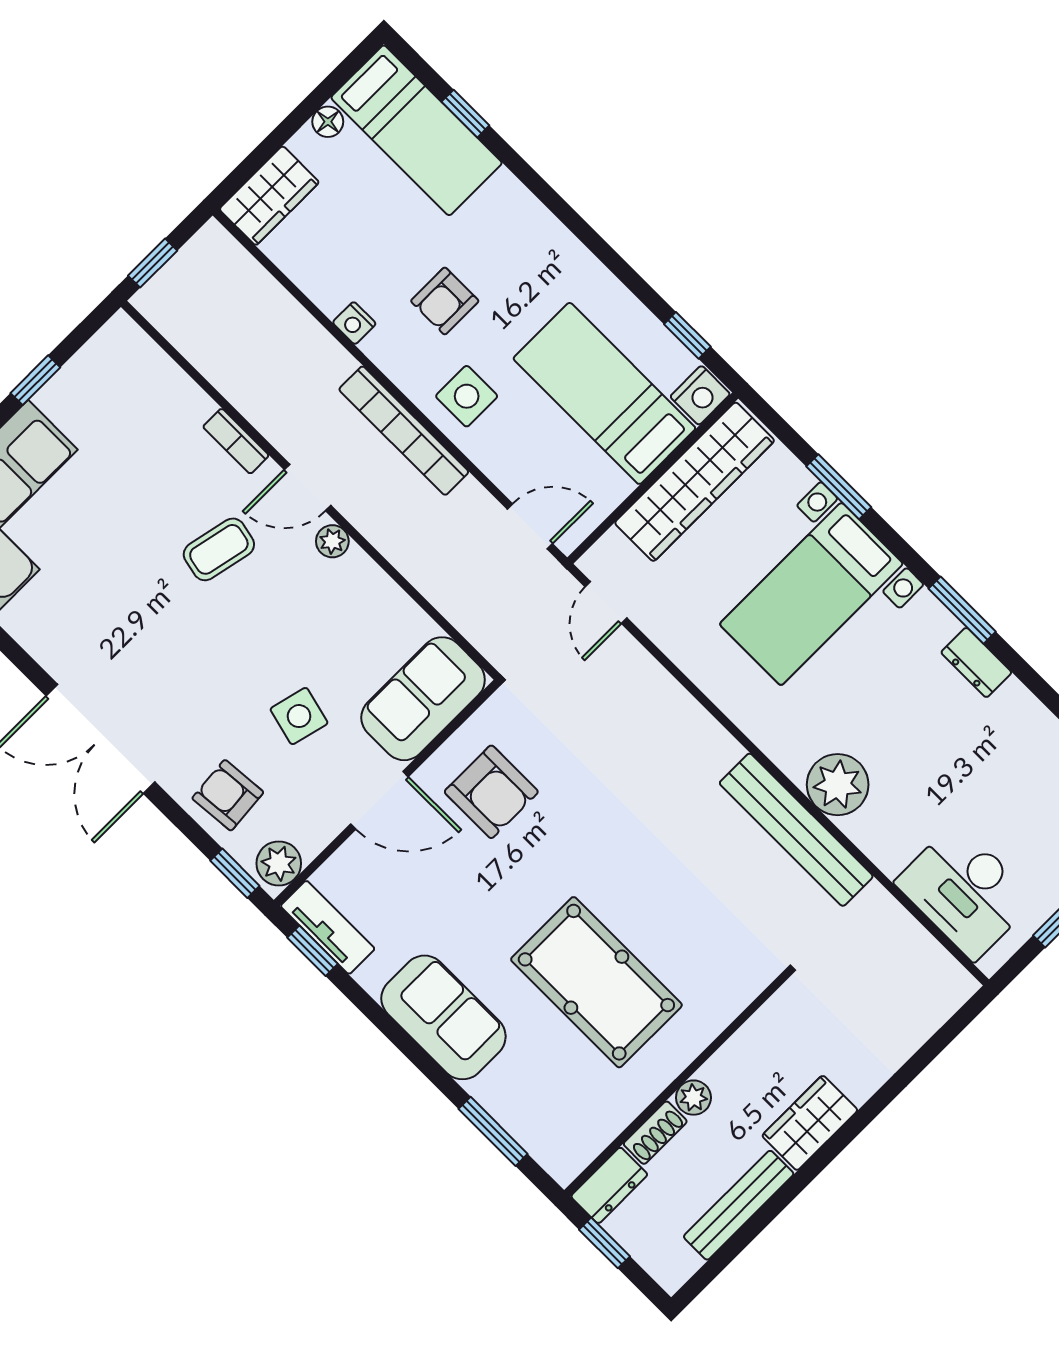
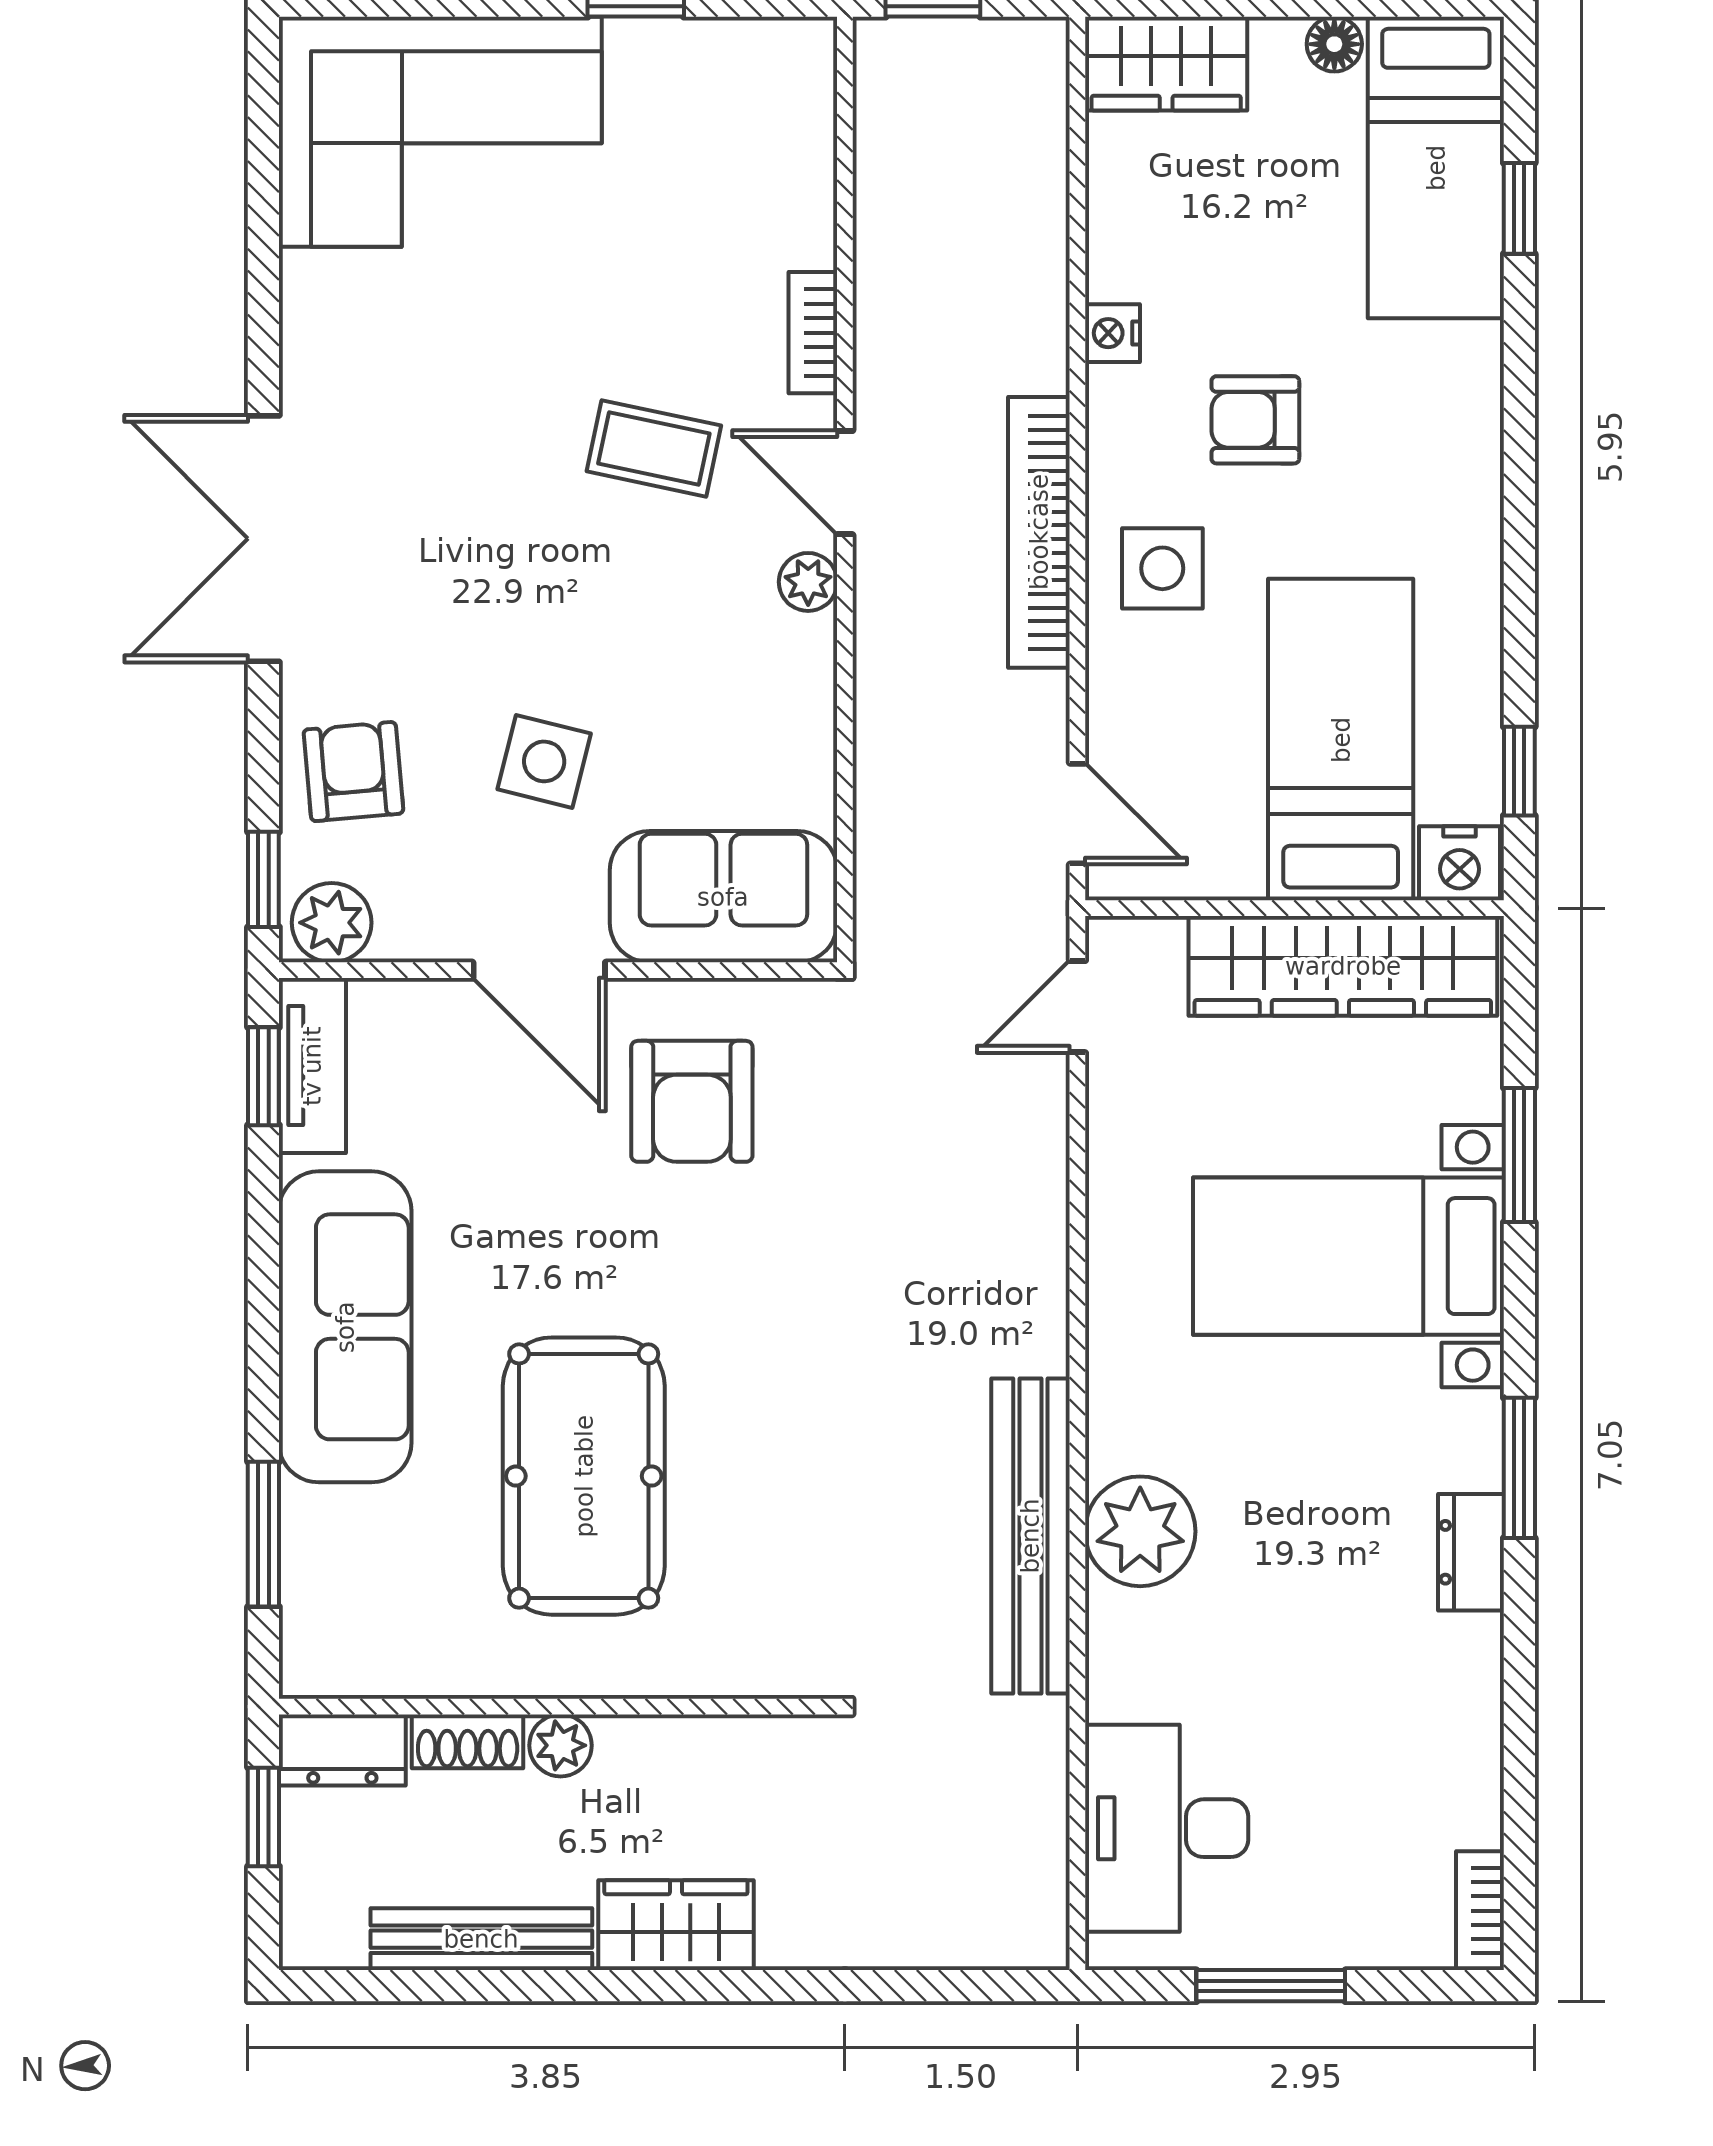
sofa: (443, 1017) -> (345, 1327), width x1.36

